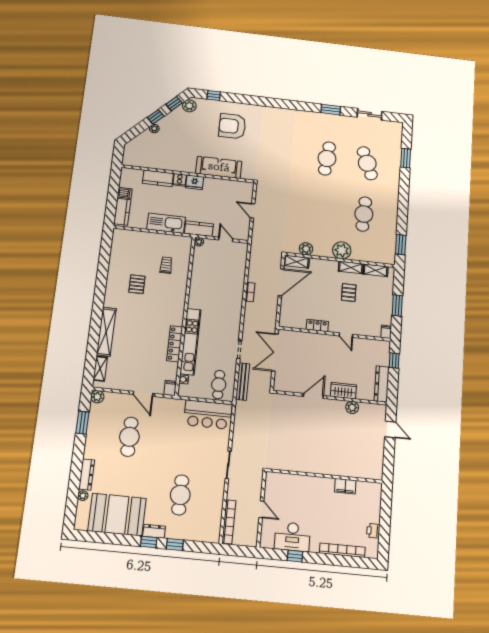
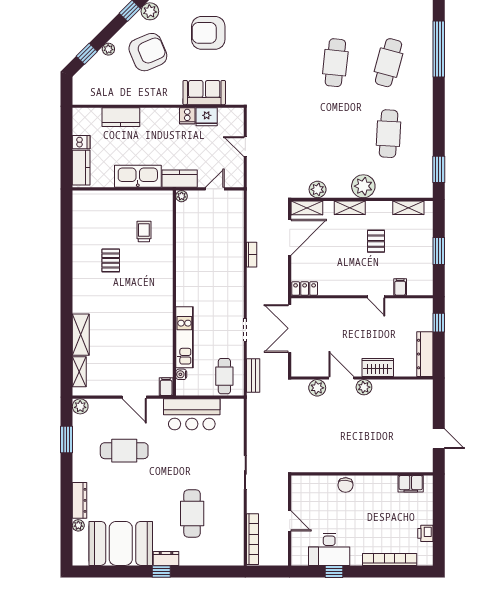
window: (156, 117) -> (87, 54), moved
armchair: (185, 134) -> (148, 52), added
window: (406, 158) -> (439, 49), width x2.11
cafe table: (367, 163) -> (389, 63), turned 36
sofa: (219, 167) -> (204, 93), width x0.73
cooker: (180, 180) -> (187, 116), moved
fridge: (195, 182) -> (207, 117), moved
door: (226, 239) -> (215, 189), hinge flipped
shelving: (351, 267) -> (350, 208), moved
locker: (317, 326) -> (305, 288), moved
shelving: (106, 332) -> (81, 335), width x0.68
filing cabinet: (386, 332) -> (400, 287), moved
kitchen unit: (190, 342) -> (184, 337), width x0.73
locker: (175, 344) -> (165, 331), removed
bench: (243, 382) -> (253, 375), width x0.73
door: (313, 396) -> (341, 378), hinge flipped
plant: (293, 402) -> (317, 388), added
plant: (352, 407) -> (364, 387), moved
bar counter: (208, 415) -> (192, 414), moved
door: (390, 429) -> (439, 439), moved
cafe table: (129, 437) -> (124, 451), turned 90
chair: (310, 484) -> (345, 485), added
filing cabinet: (345, 486) -> (411, 484), moved
window: (175, 545) -> (192, 571), removed

